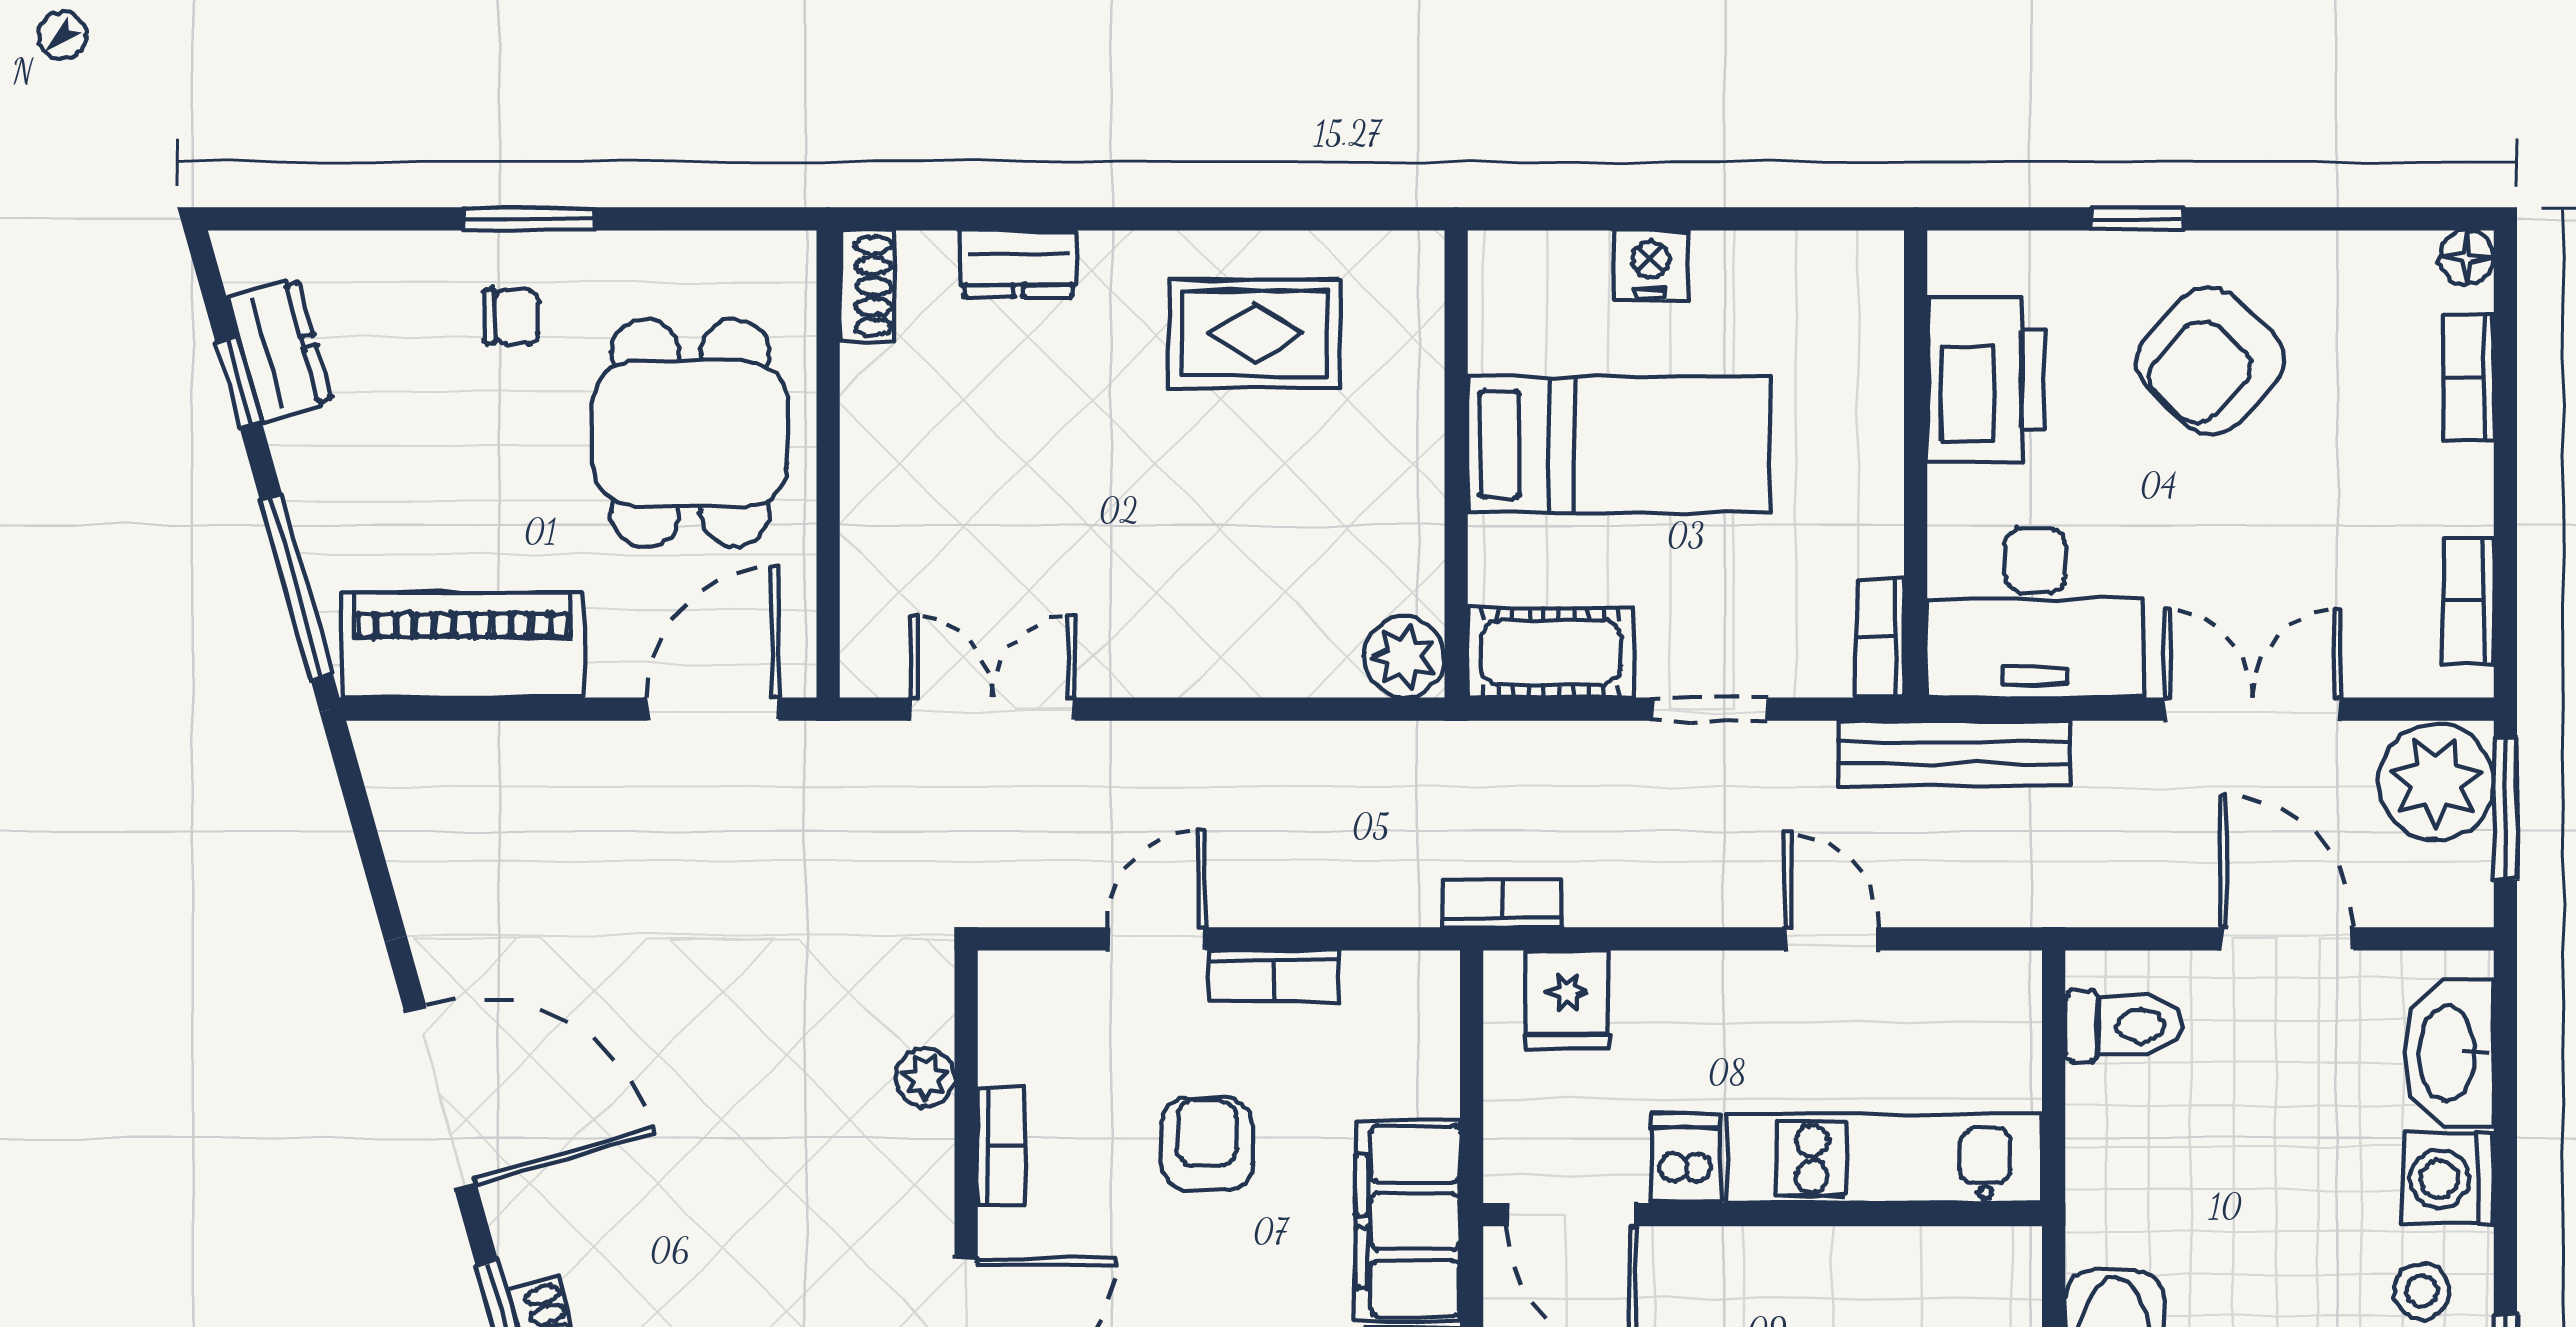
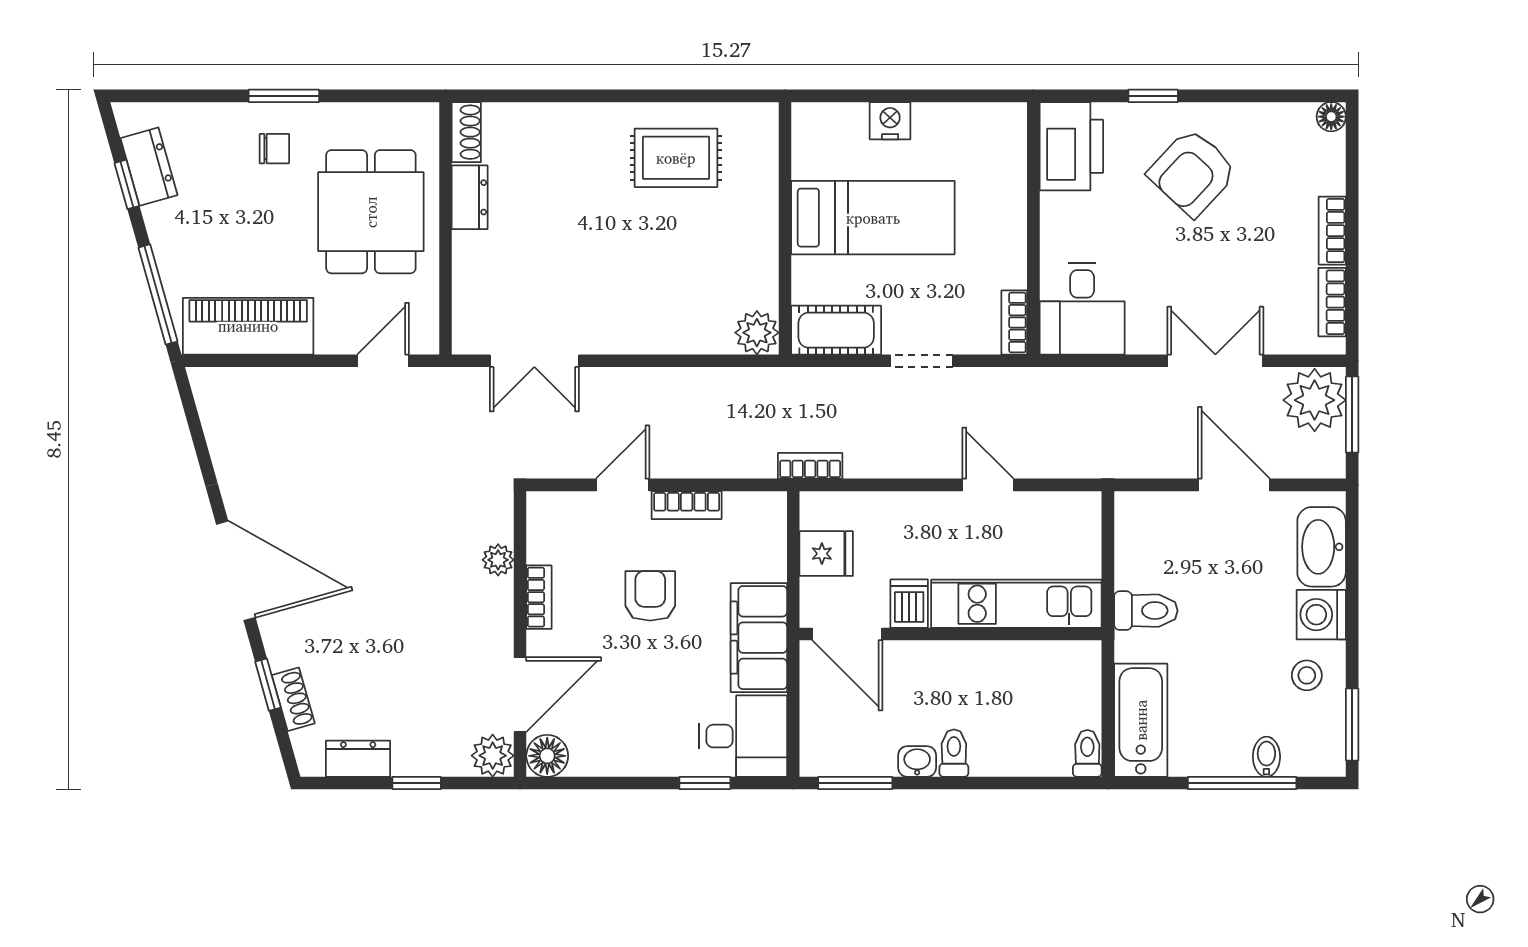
dresser: (1018, 264) -> (470, 197), moved, turned -90
bookcase: (2469, 378) -> (1332, 231), moved
printer: (1986, 380) -> (1071, 146), moved
desk: (2035, 613) -> (1082, 309), width x0.73
door: (713, 709) -> (383, 361), width x0.73
double door: (993, 709) -> (534, 361), swing flipped
bench: (1954, 753) -> (1054, 384), removed
fridge: (1567, 1000) -> (826, 554), moved, turned -90
toilet: (2124, 1026) -> (1146, 611), moved

